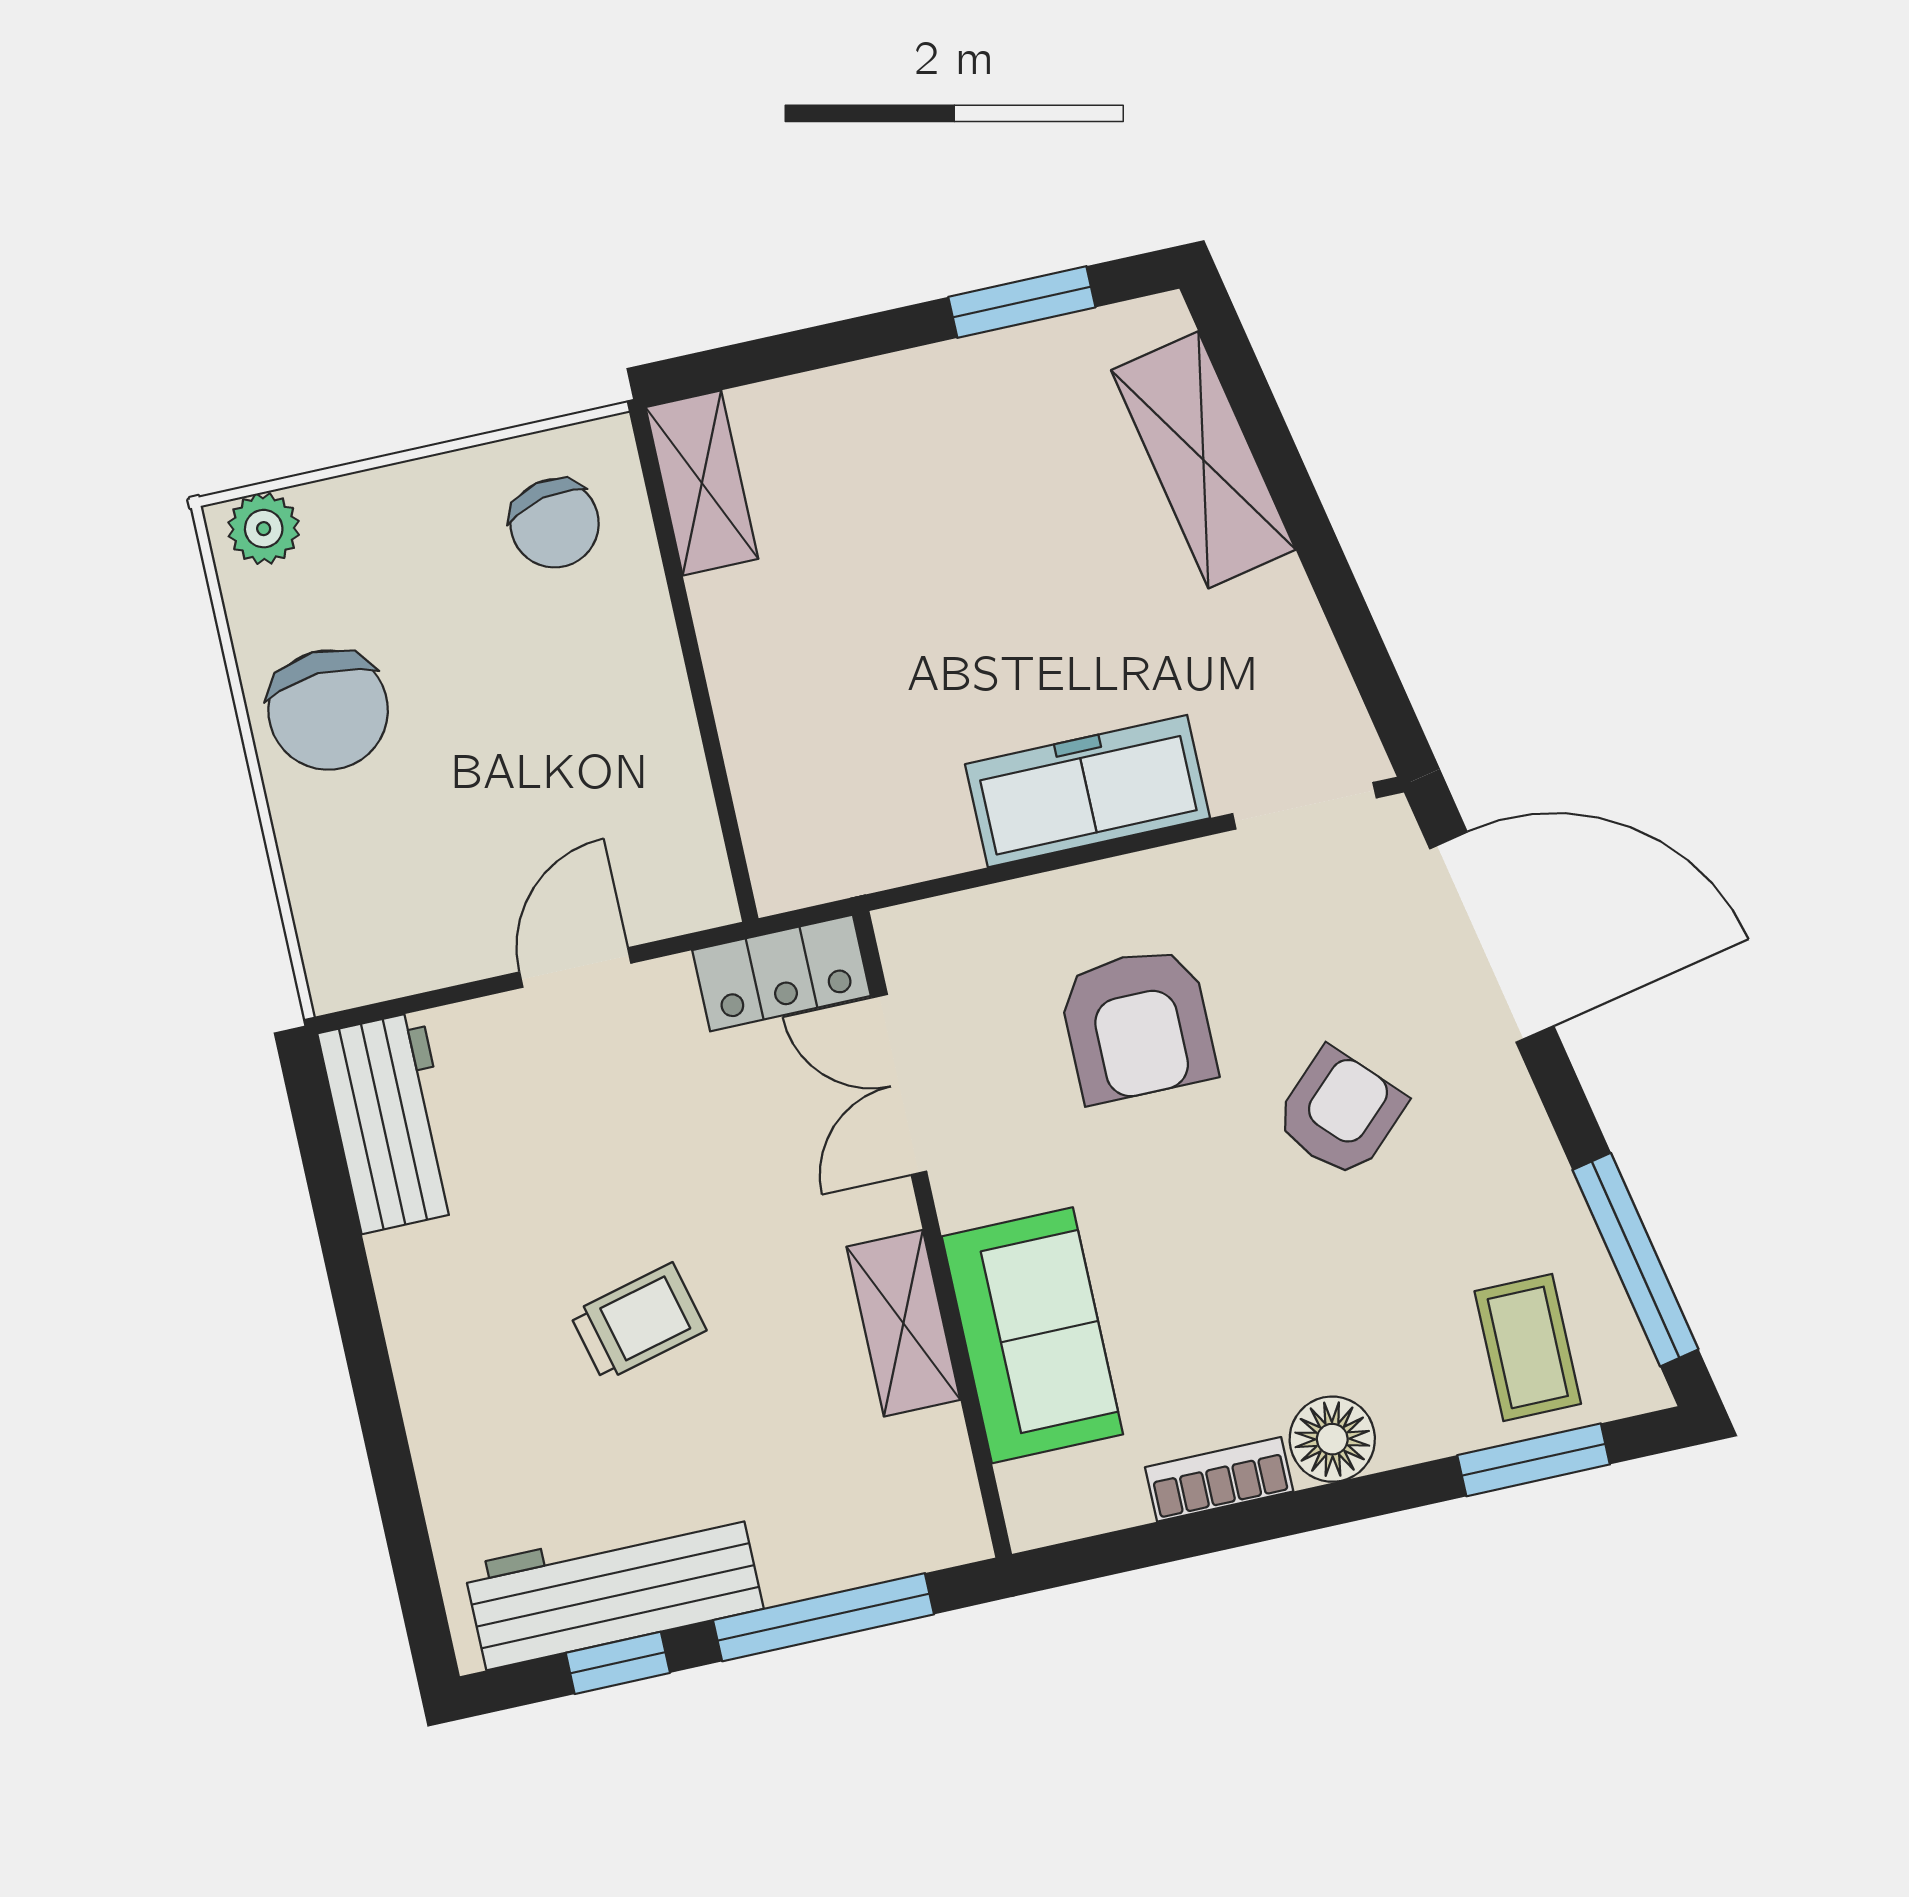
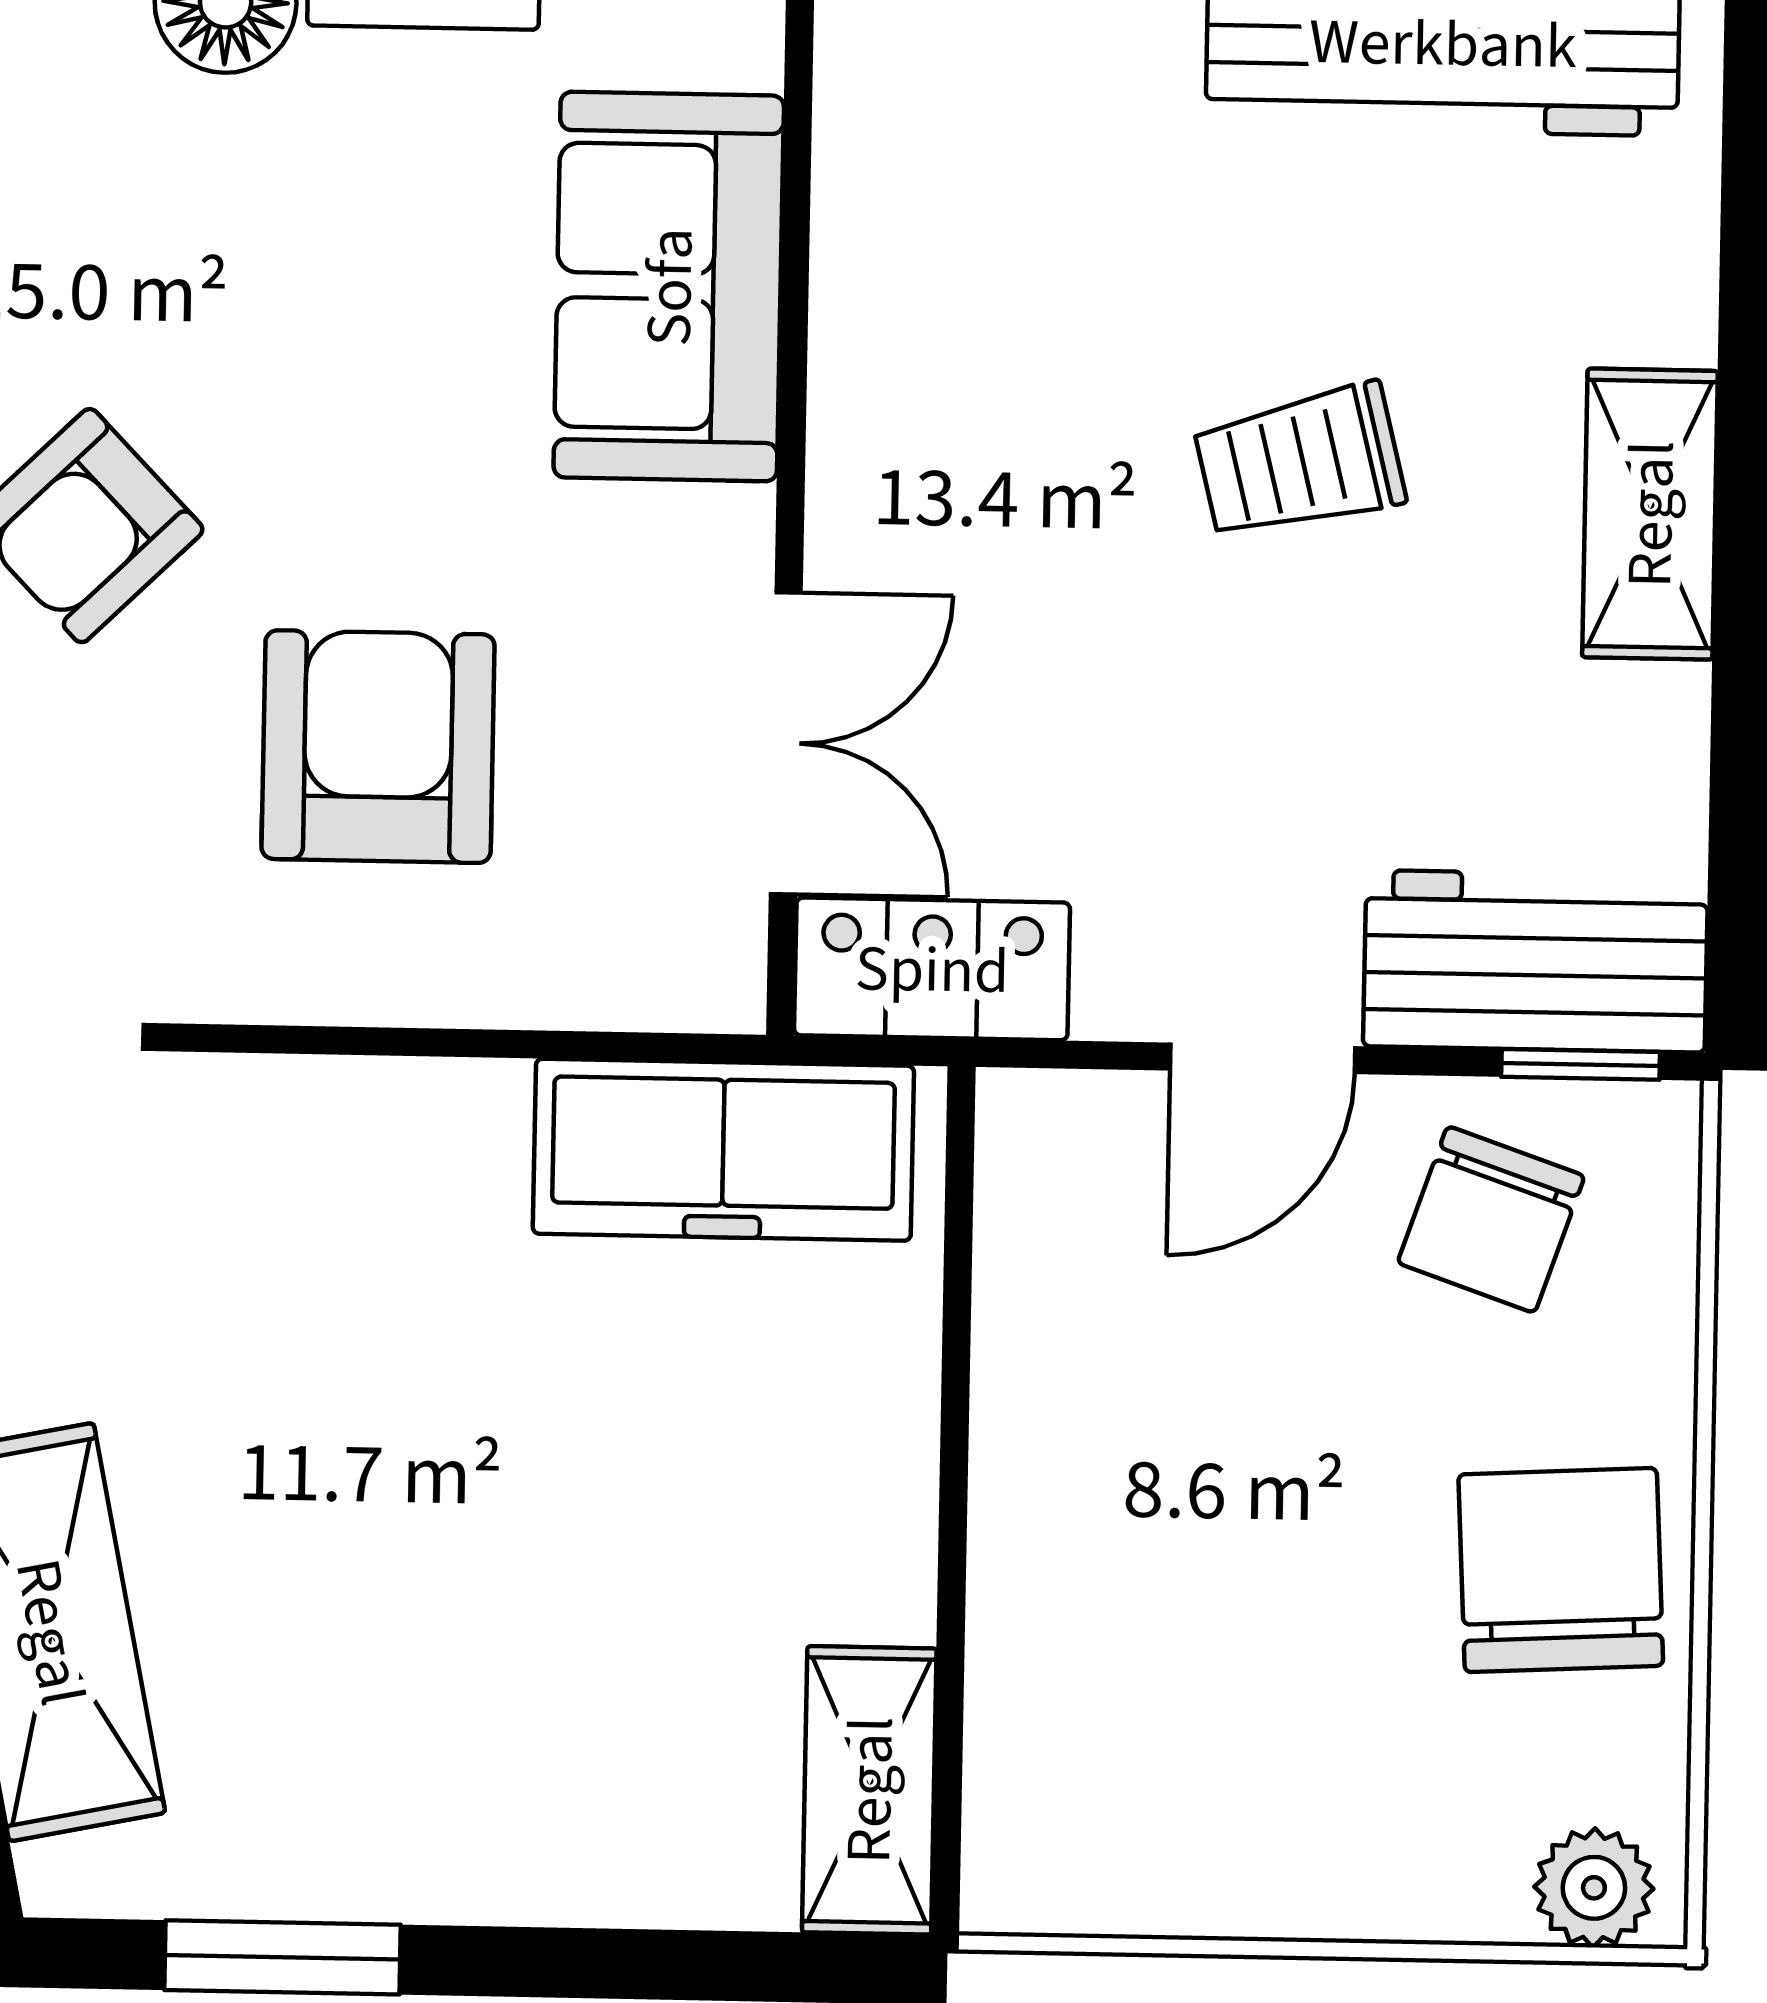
chair: (555, 523) -> (1491, 1219), moved, turned -149
freezer: (1088, 791) -> (723, 1150), moved
window: (388, 1009) -> (1581, 1064), added
workbench: (391, 1122) -> (1536, 961), moved, turned 90
shelving: (903, 1323) -> (1650, 514), moved

